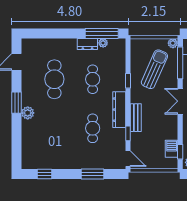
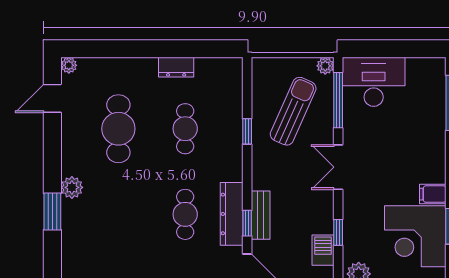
window: (102, 33) -> (201, 49), removed
plant: (103, 43) -> (69, 65), moved
window: (17, 103) -> (52, 212), moved
dresser: (119, 110) -> (232, 214), moved
bench: (136, 118) -> (261, 215), moved
window: (180, 152) -> (338, 232), moved

